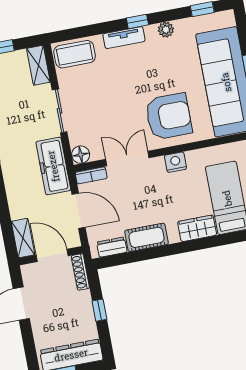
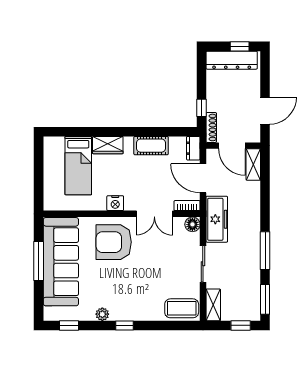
tv unit: (124, 38) -> (138, 314), removed
dresser: (112, 247) -> (193, 148), moved, turned 90
window: (99, 310) -> (201, 108), moved

